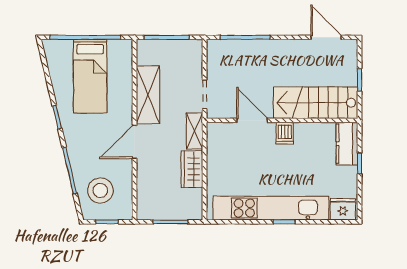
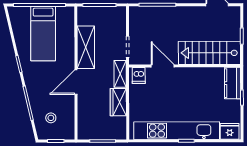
dishwasher: (285, 133) -> (139, 76), moved
stool: (100, 190) -> (51, 118), width x0.53, depth x0.53

